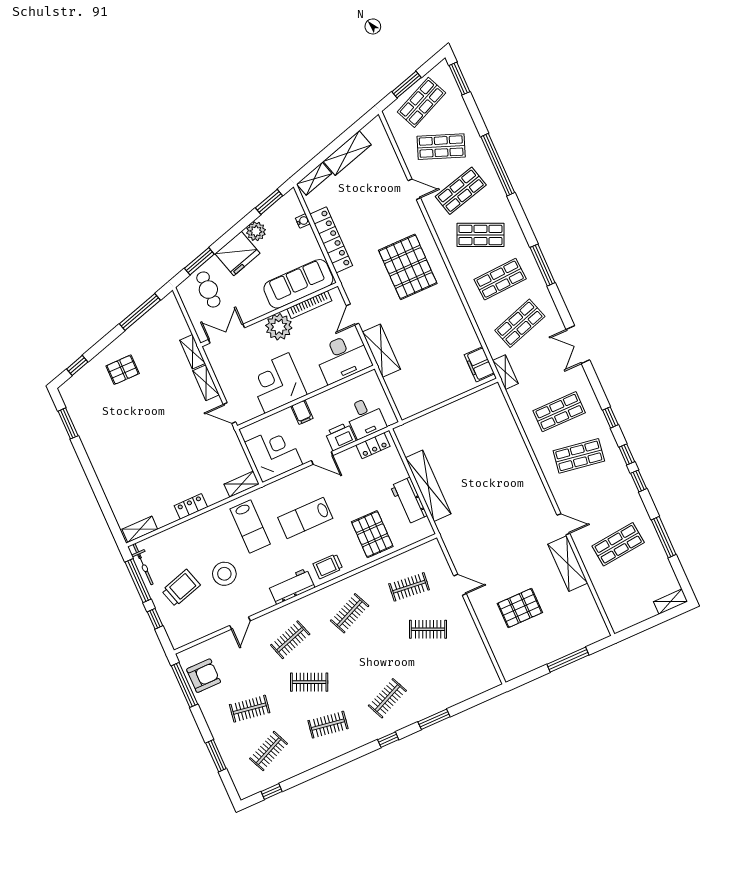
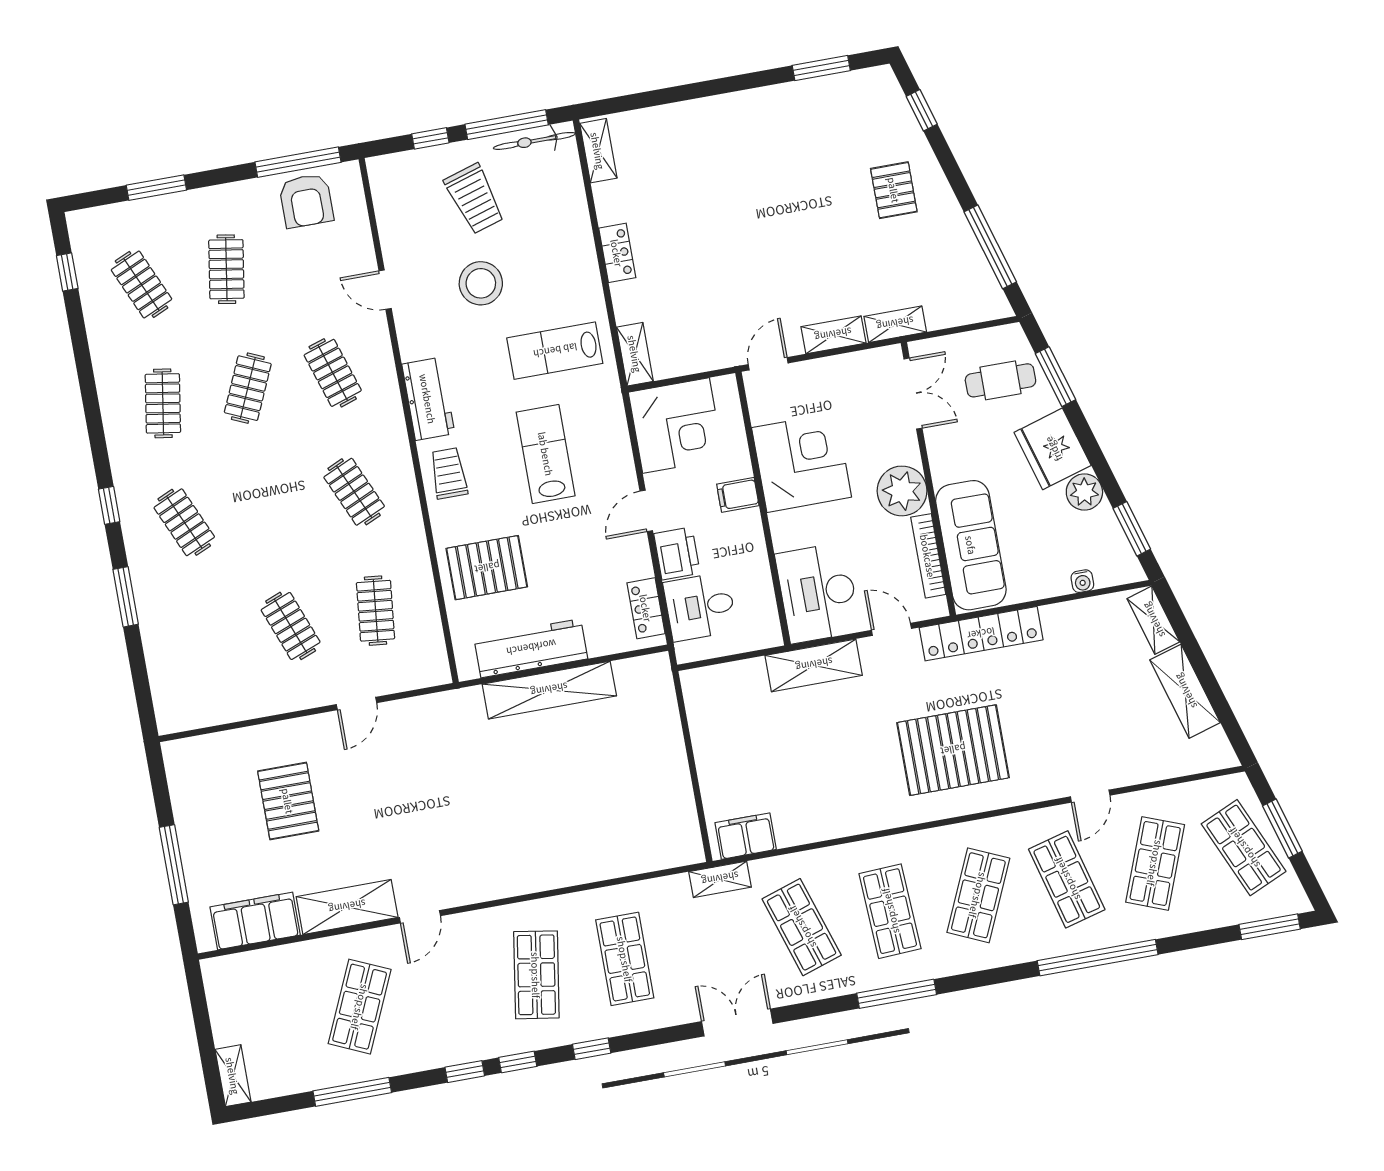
locker: (331, 240) -> (981, 634), moved
workbench: (409, 501) -> (531, 648), width x1.38
shop shelf: (618, 544) -> (360, 1007), turned 30
filing cabinet: (587, 610) -> (255, 921), added
clothes rail: (428, 629) -> (291, 626), turned -45

